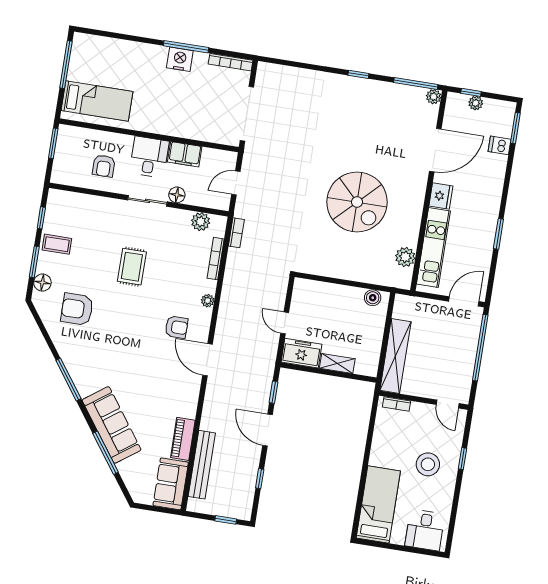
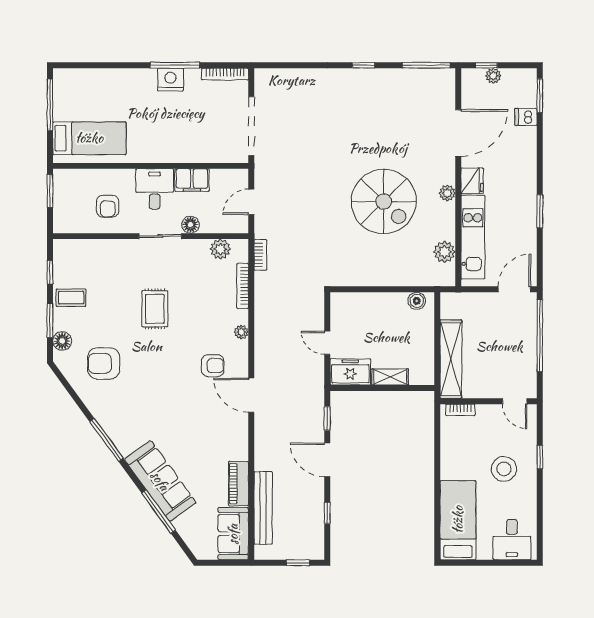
plant: (434, 97) -> (447, 193), moved

